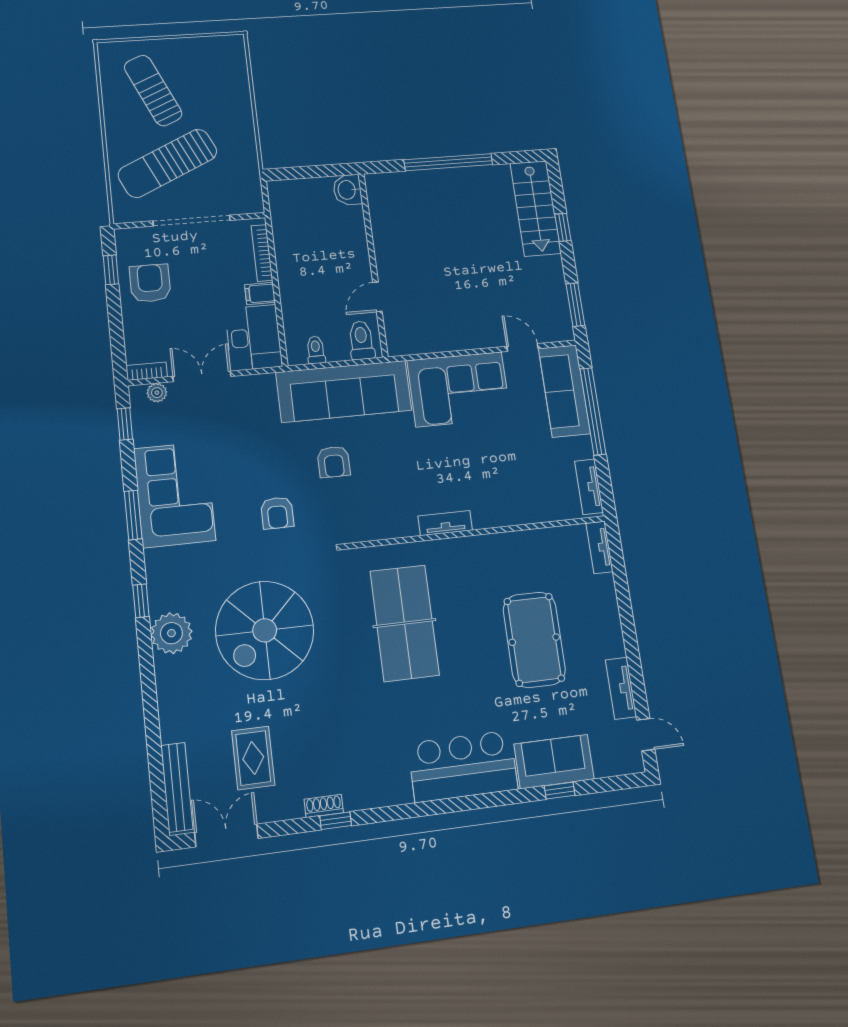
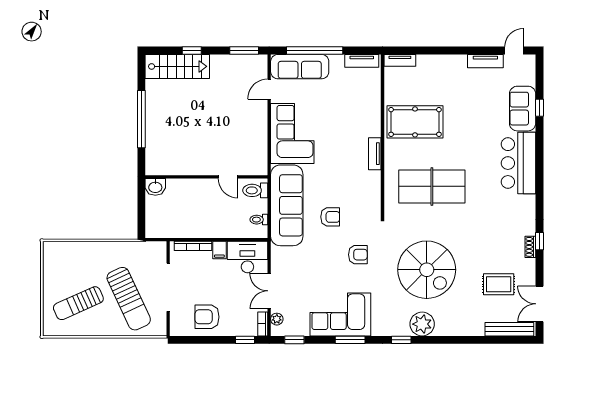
window: (111, 270) -> (245, 340), moved
pool table: (534, 640) -> (415, 122), moved

